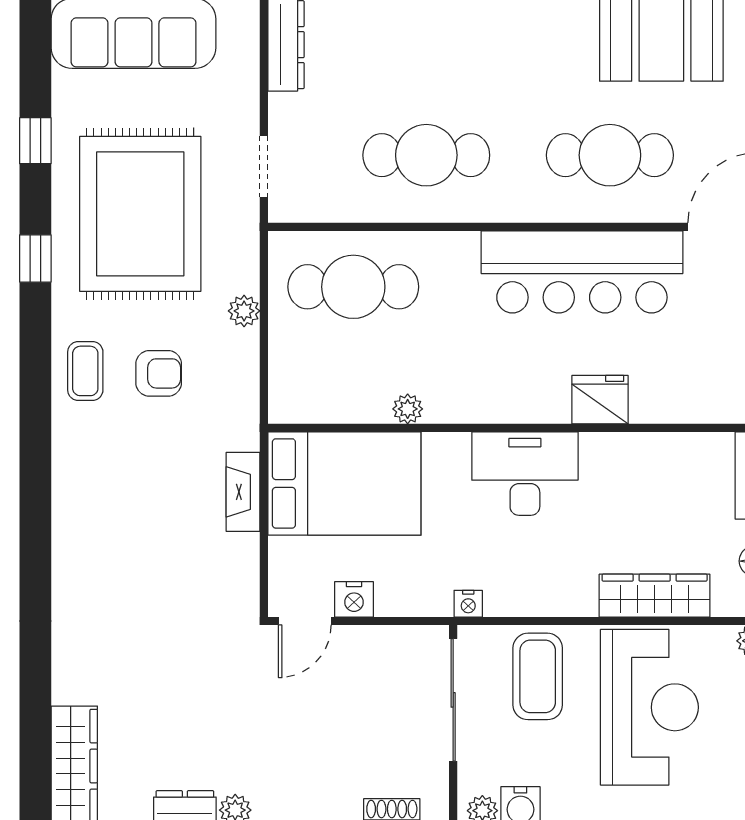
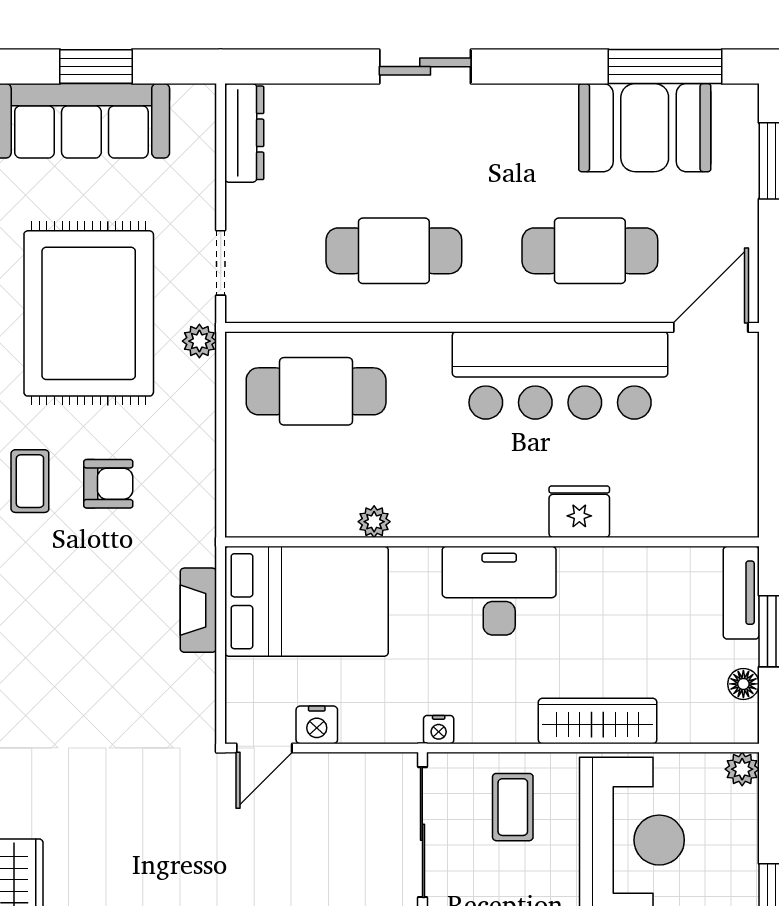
plant: (244, 311) -> (199, 341), moved
wardrobe: (655, 596) -> (598, 721), moved
coffee table: (538, 676) -> (513, 807), width x0.73, depth x0.77

